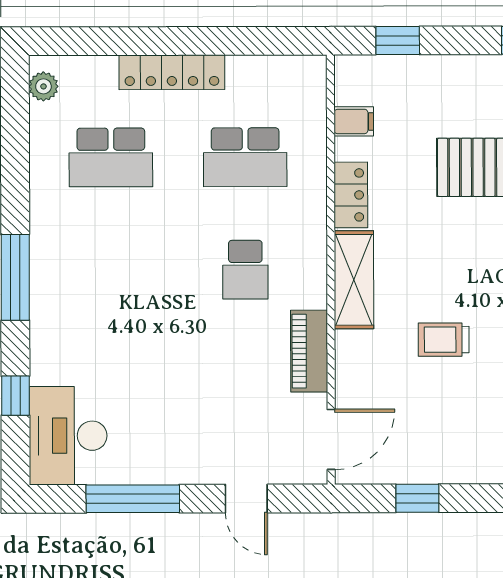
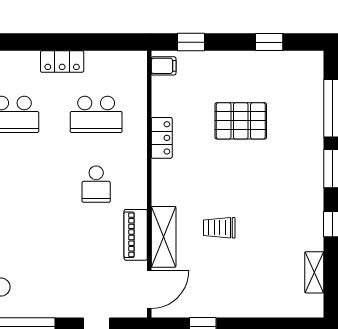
locker: (172, 72) -> (62, 62), width x0.66
filing cabinet: (354, 121) -> (164, 66), moved
shelving: (354, 280) -> (164, 237), moved

